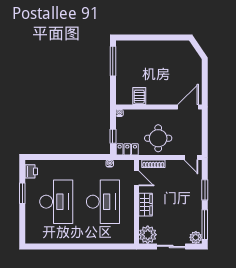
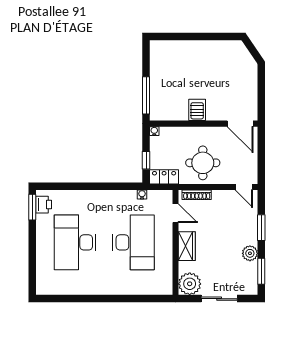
window: (113, 61) -> (146, 95), moved
server rack: (139, 96) -> (197, 110), moved
door: (188, 107) -> (240, 124), swing flipped
window: (22, 193) -> (32, 207), moved
desk: (56, 202) -> (75, 242), turned 180
window: (205, 225) -> (261, 271), width x0.69
plant: (196, 237) -> (250, 253), moved

